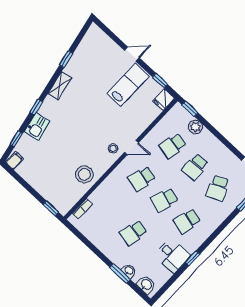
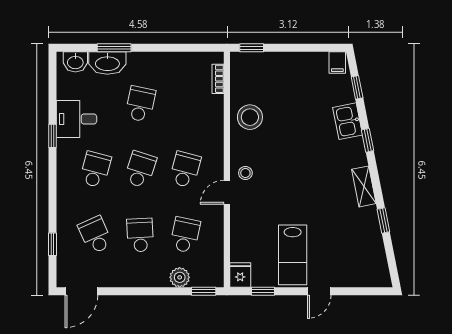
washbasin: (129, 271) -> (107, 63), width x1.91, depth x1.45

